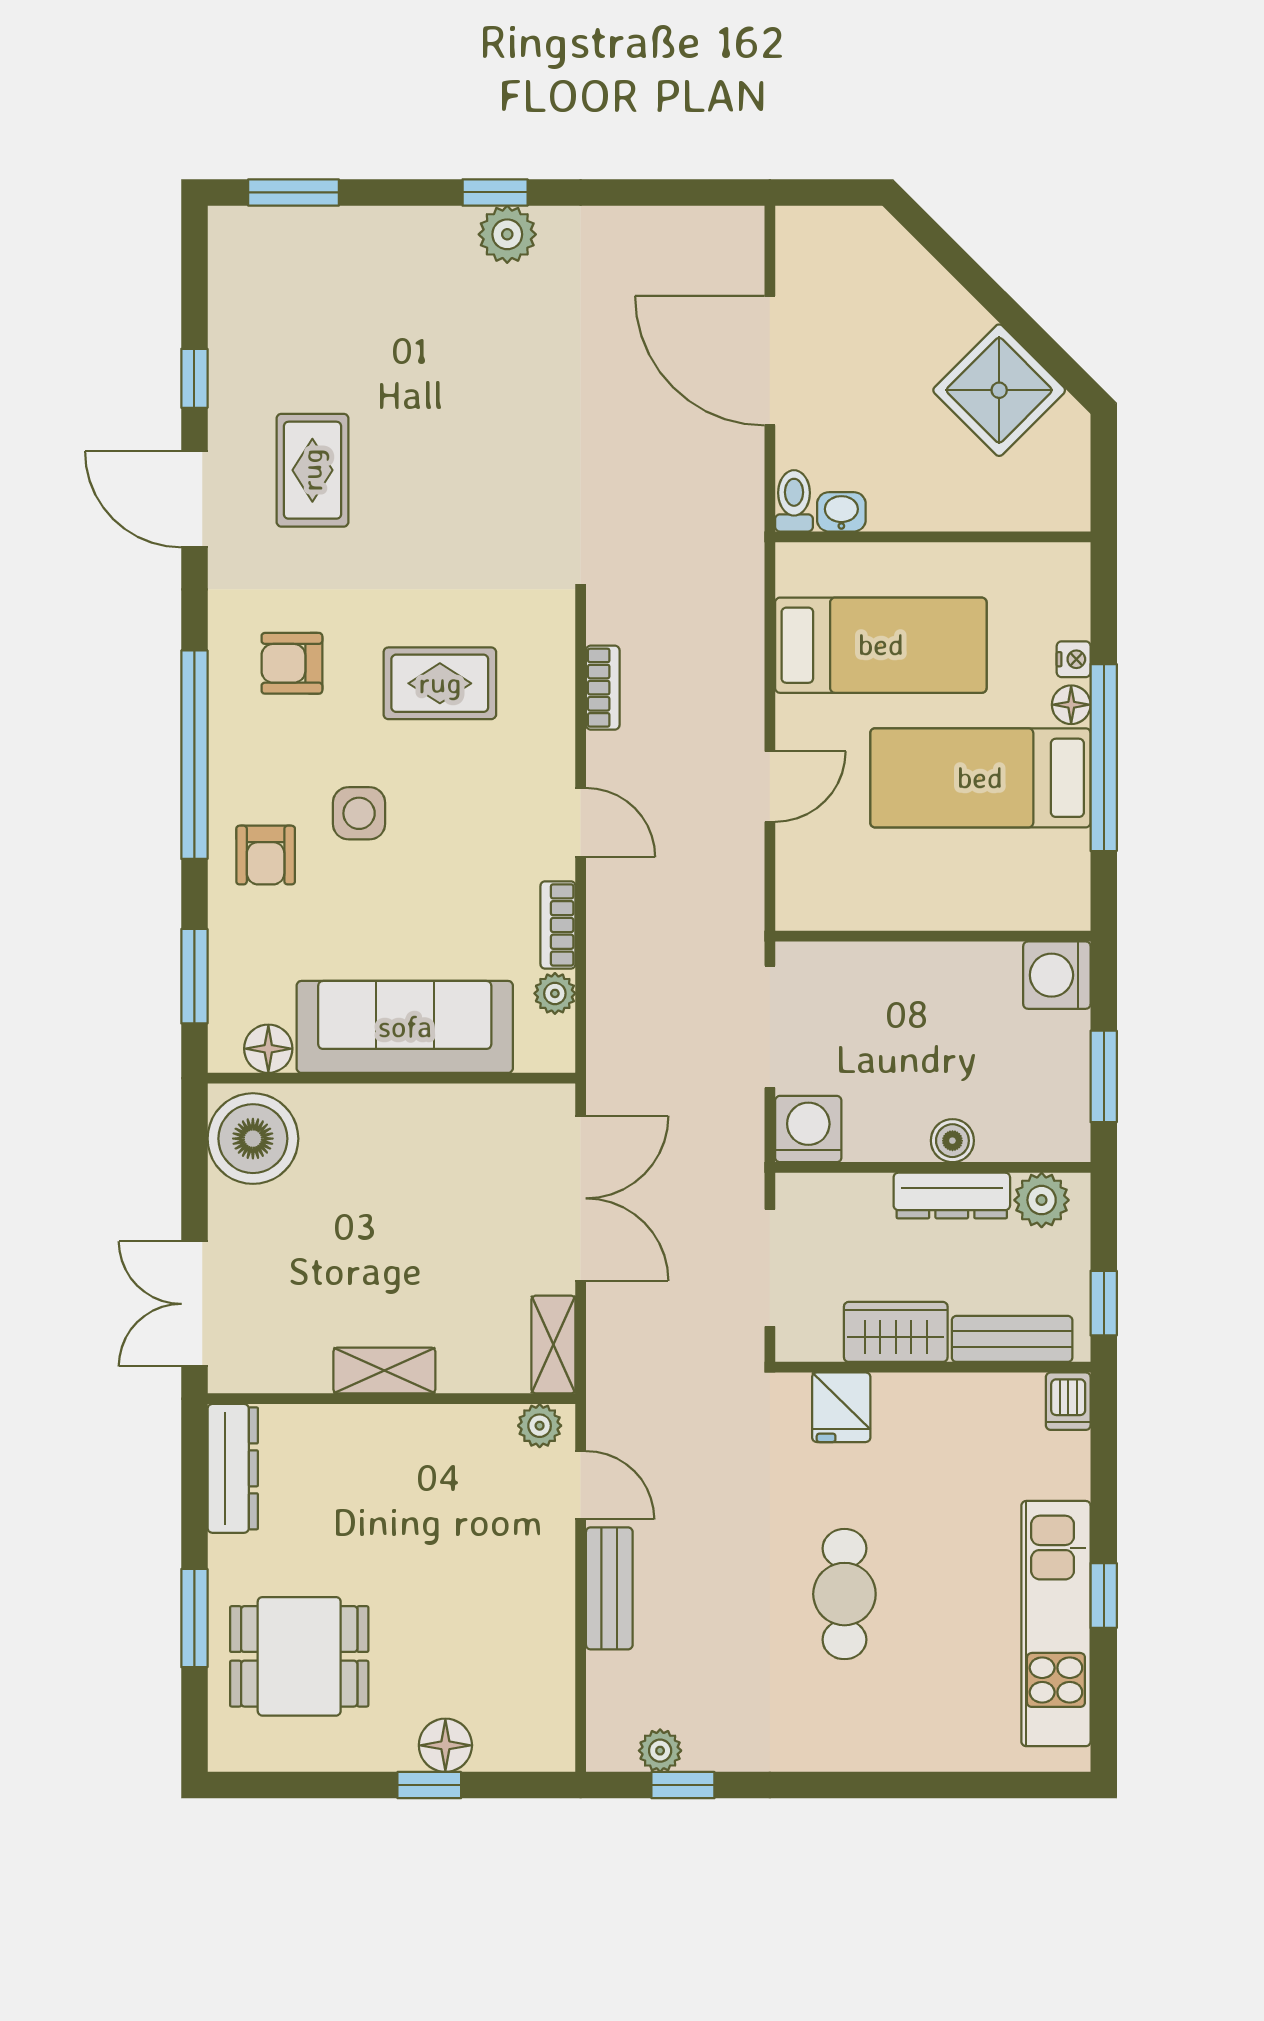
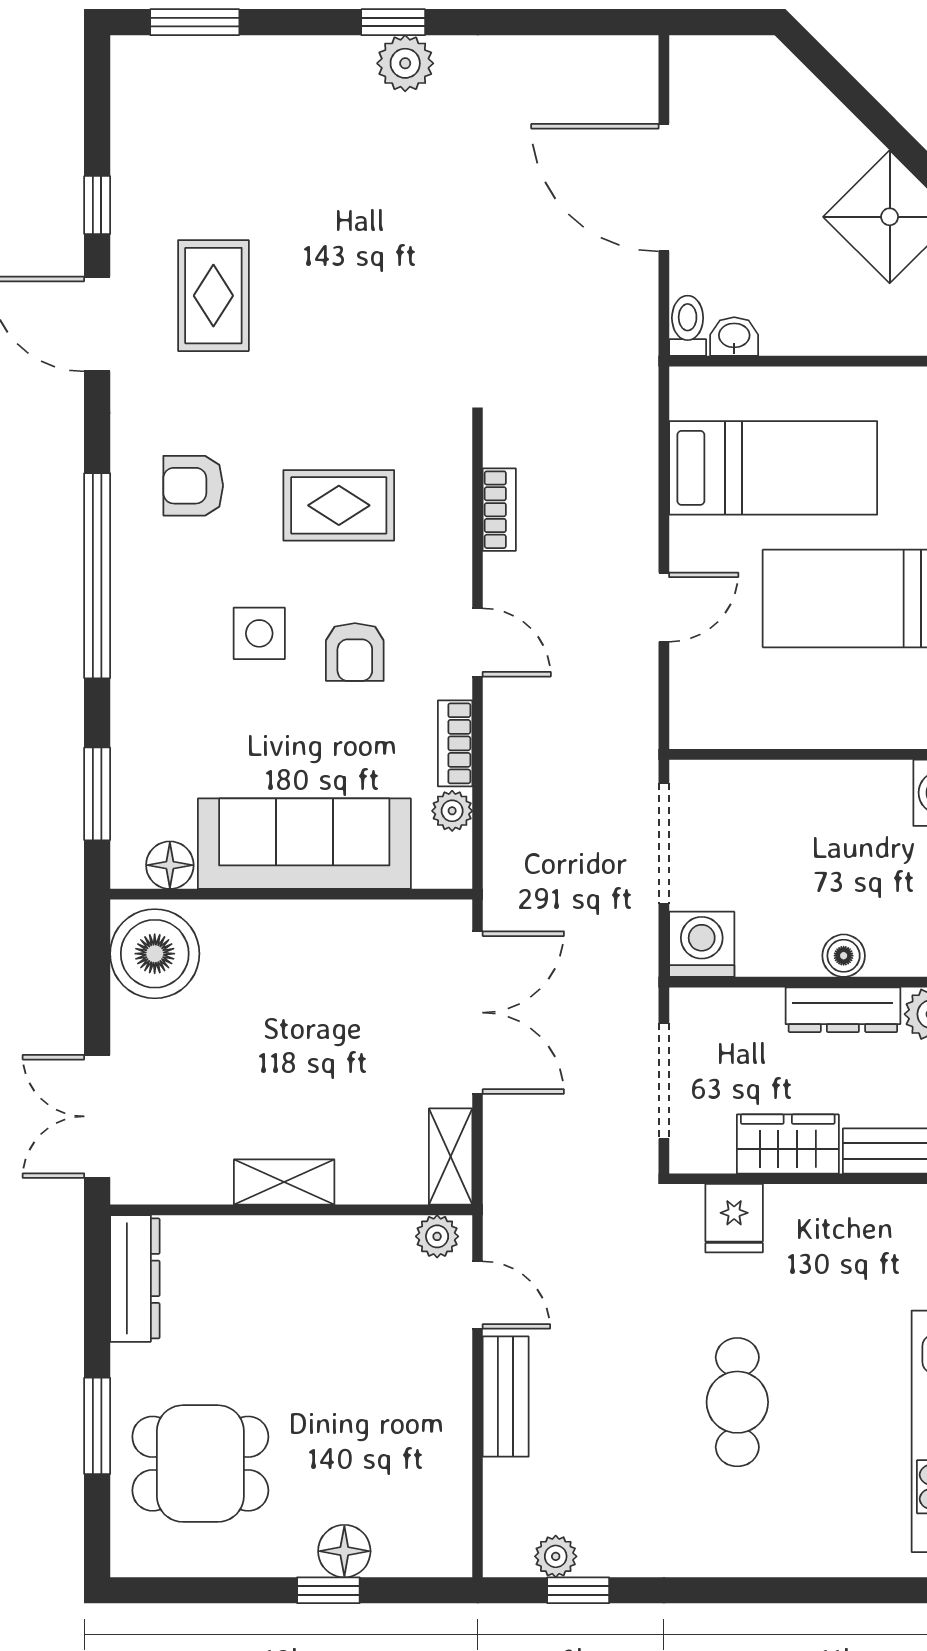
armchair: (266, 855) -> (355, 652), moved

